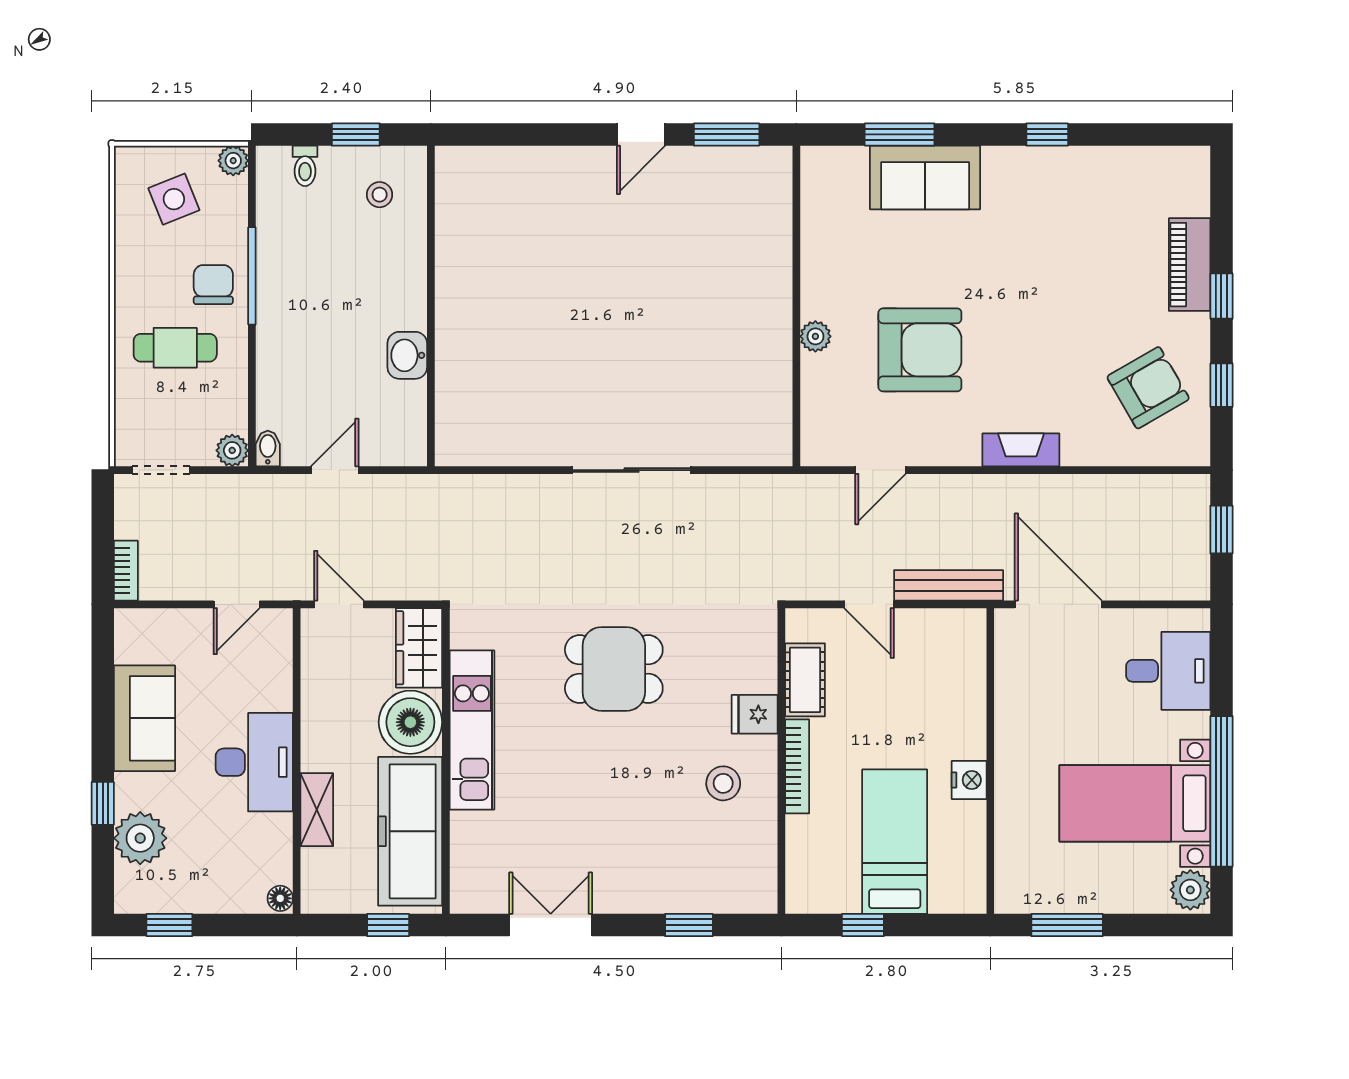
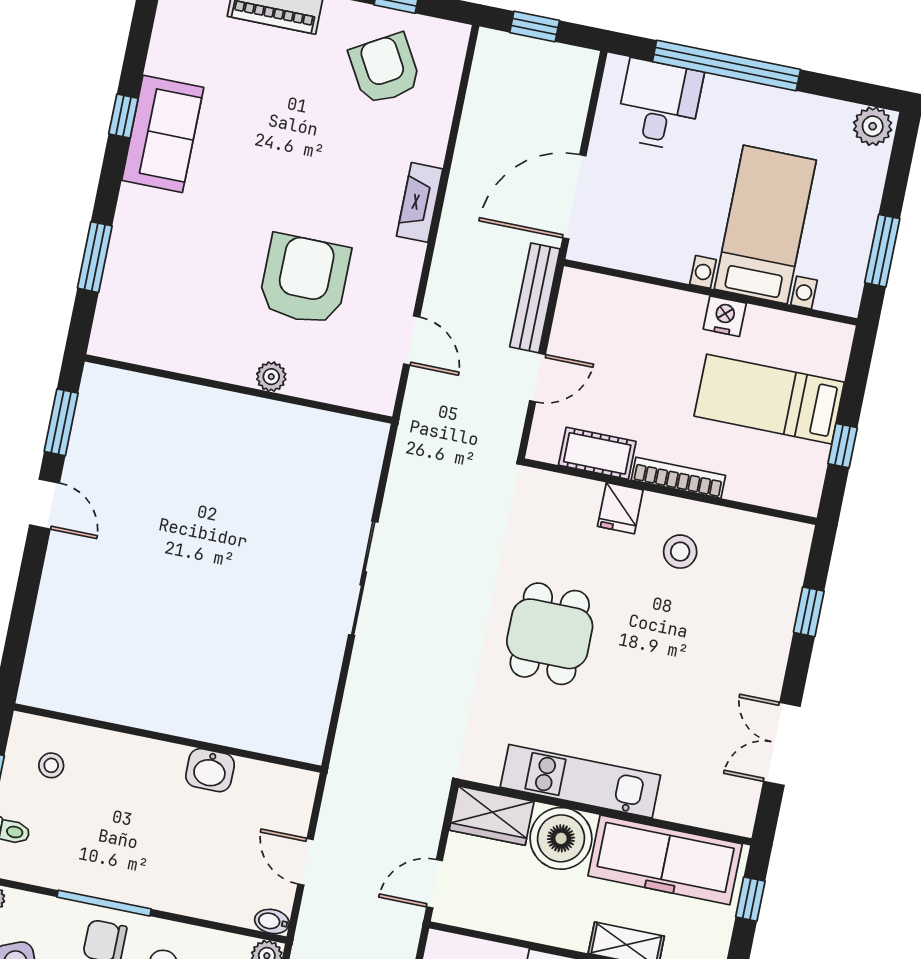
sofa: (925, 177) -> (163, 134), moved
window: (1221, 791) -> (726, 66), moved
bed with nightstands: (1135, 803) -> (765, 225), moved, turned 180

